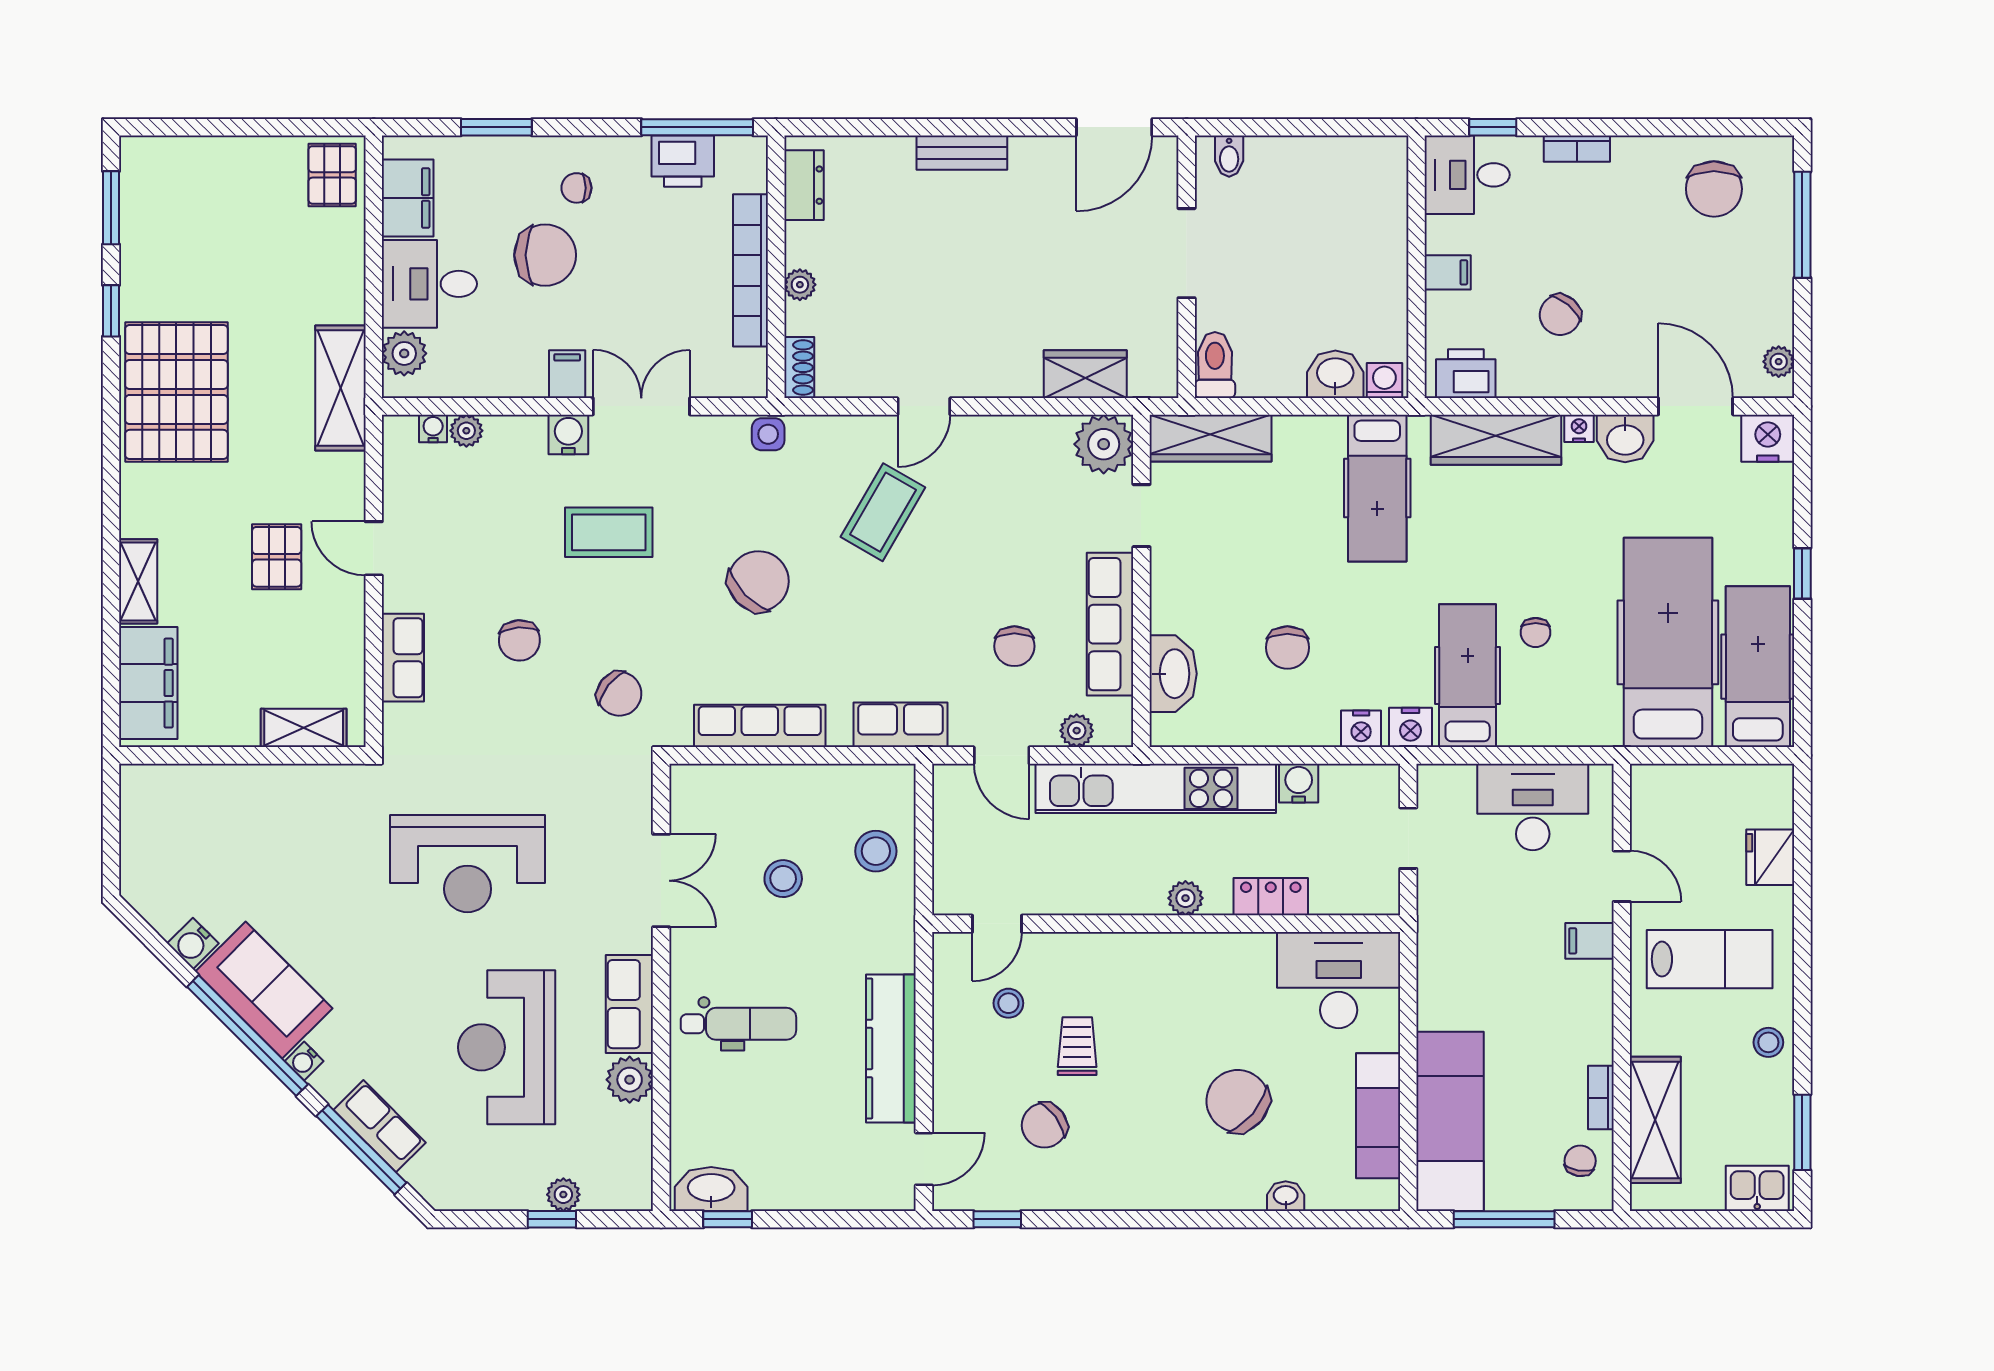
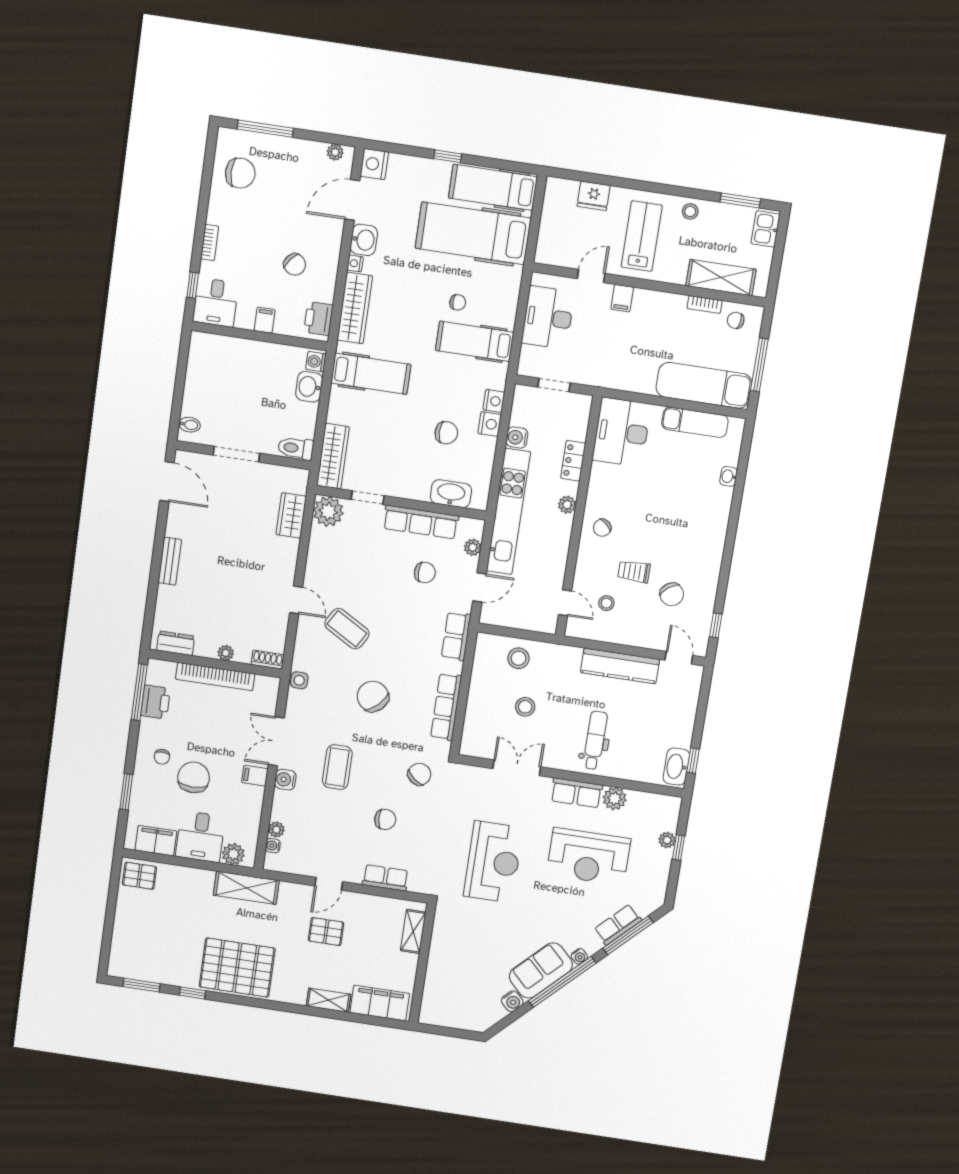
nightstand: (1410, 727) -> (490, 424), moved
chair: (1238, 1101) -> (602, 528), moved, width x0.54, depth x0.54

